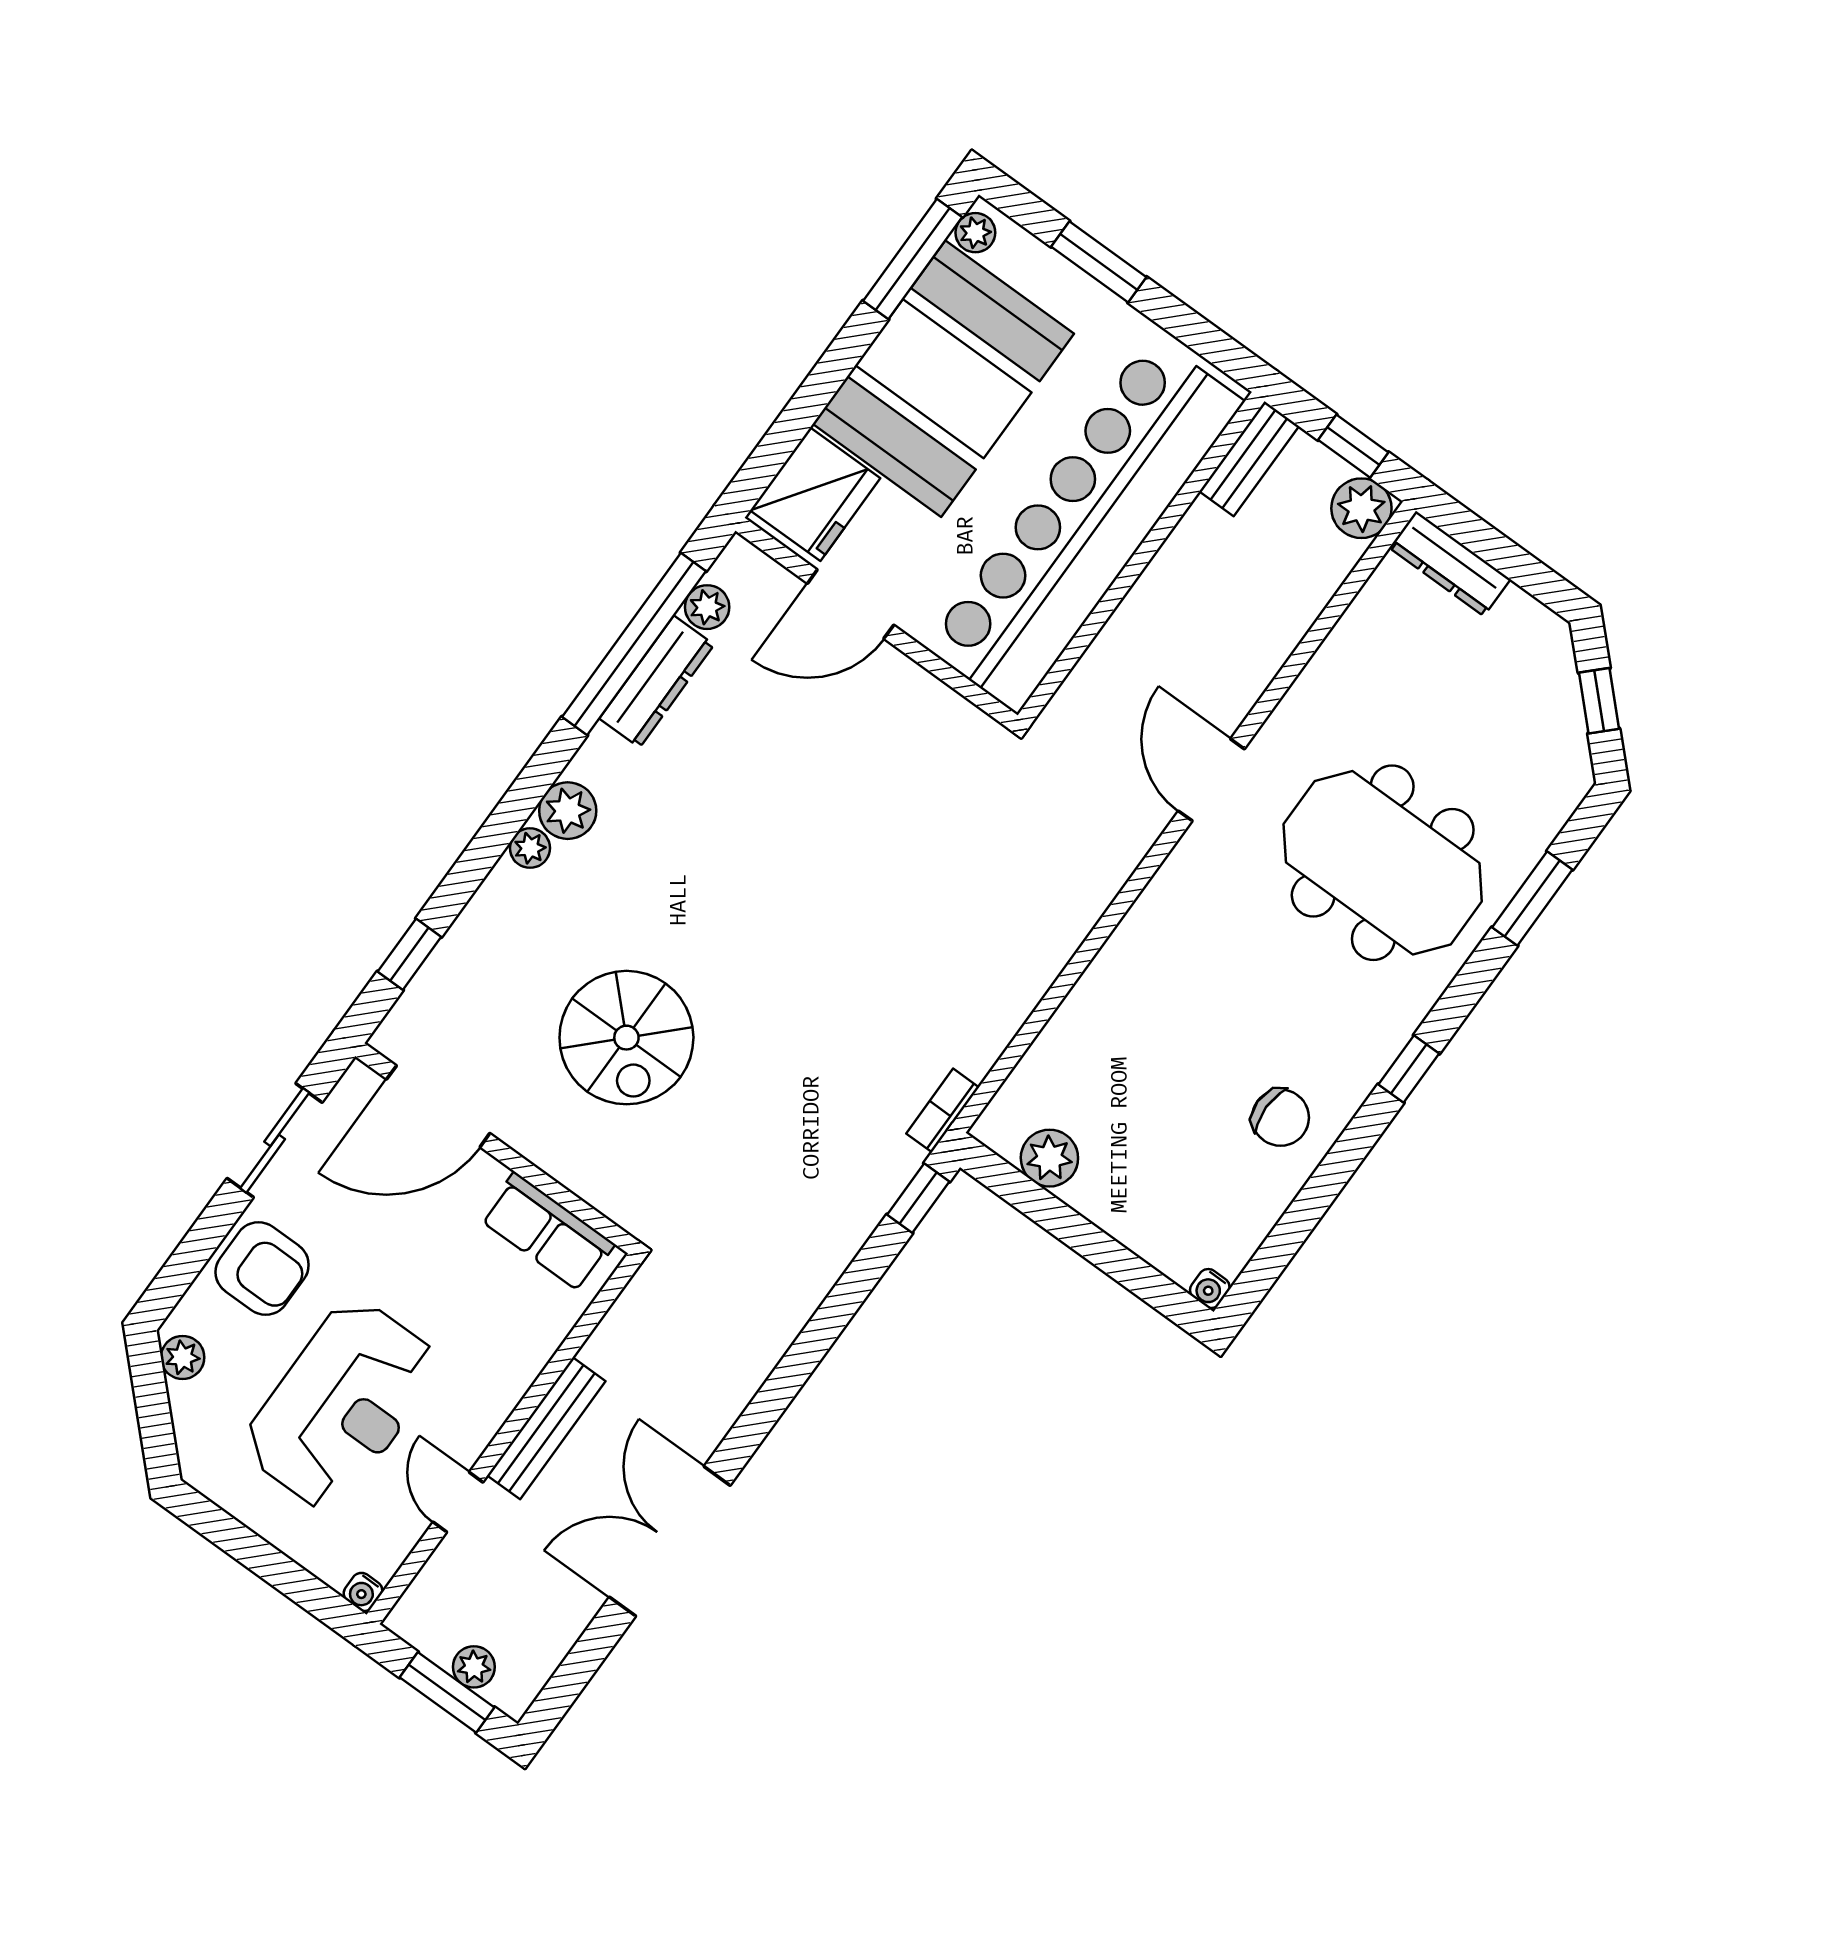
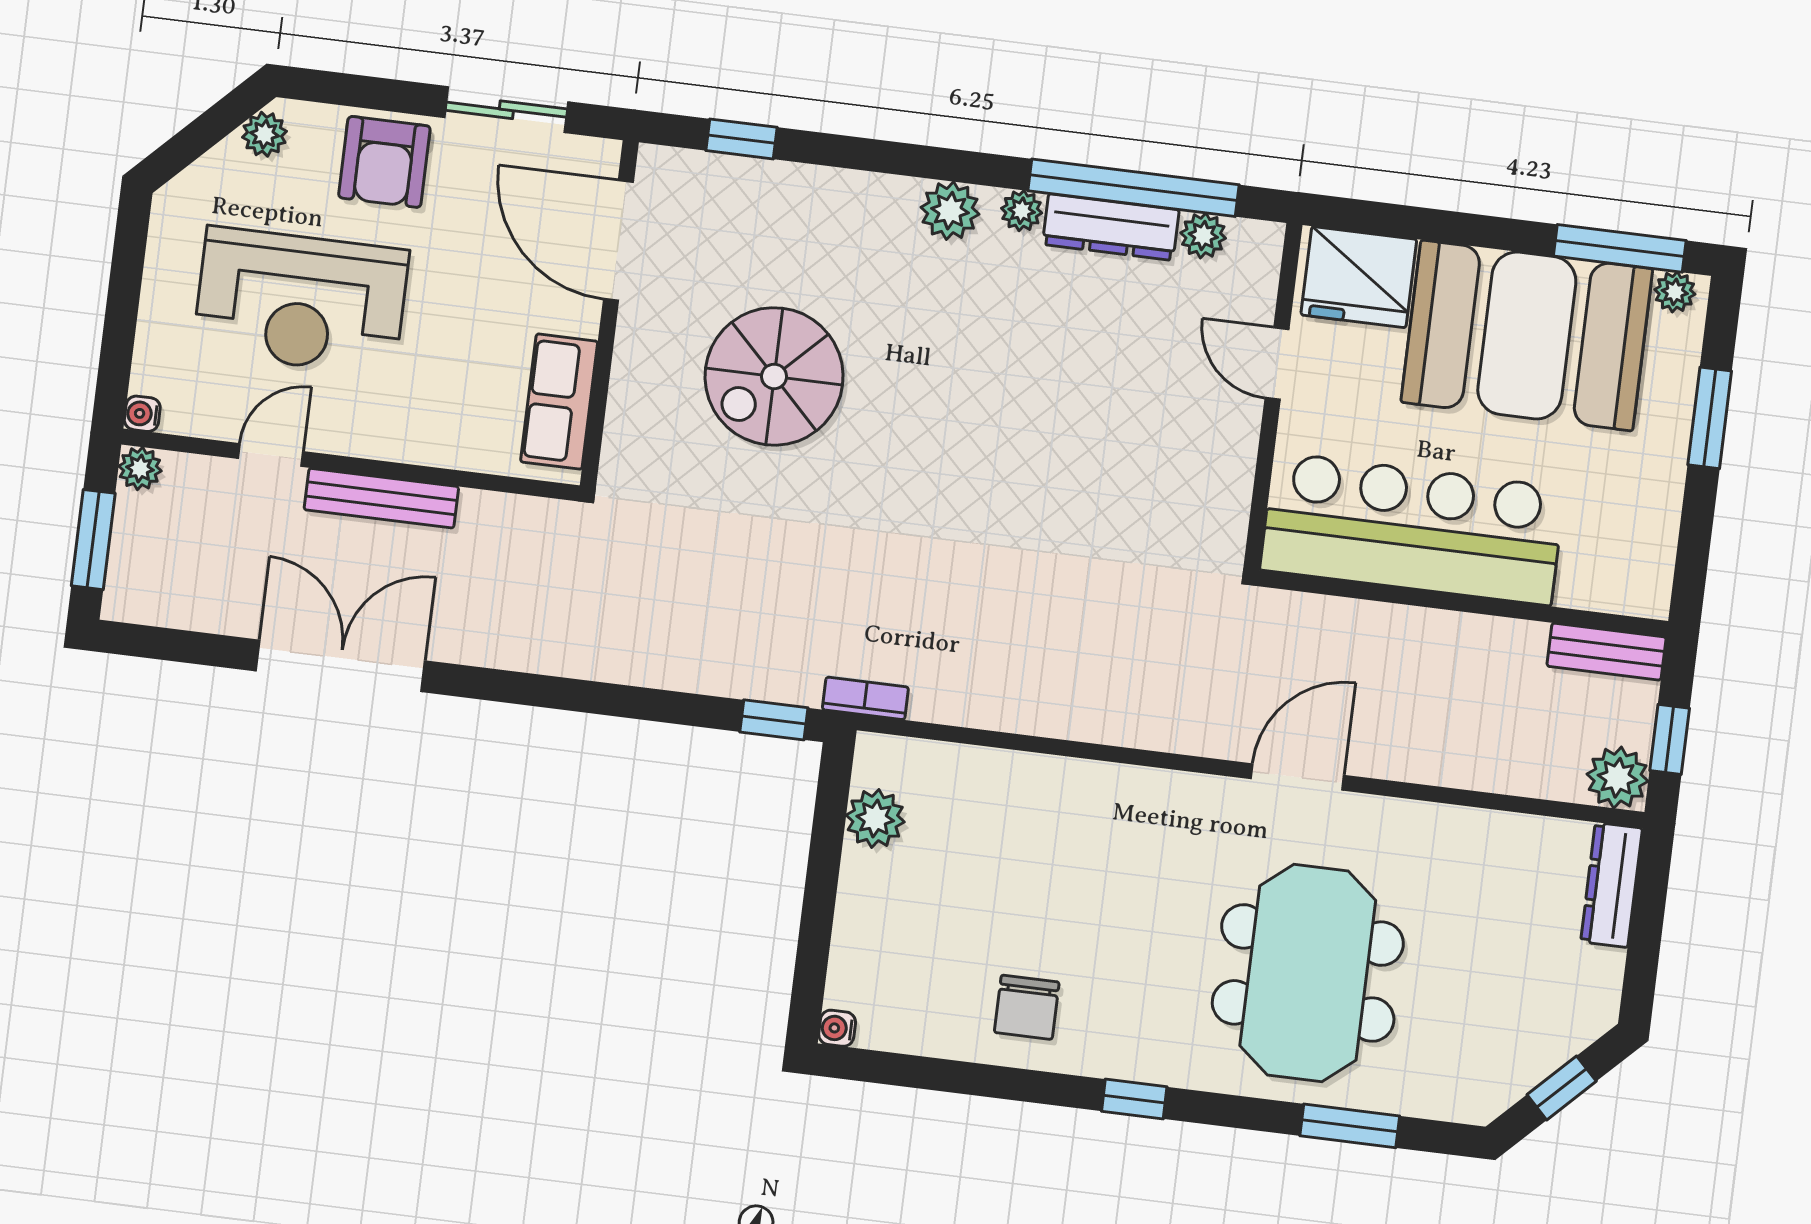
bar counter: (1085, 524) -> (1413, 529), width x0.73
door: (851, 604) -> (1277, 364), width x0.73
plant: (530, 848) -> (1022, 211), moved
plant: (474, 1667) -> (140, 468), moved

